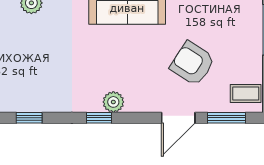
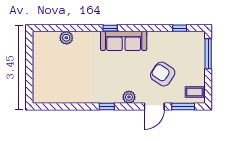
plant: (113, 102) -> (129, 97), moved
window: (29, 118) -> (65, 106), removed

